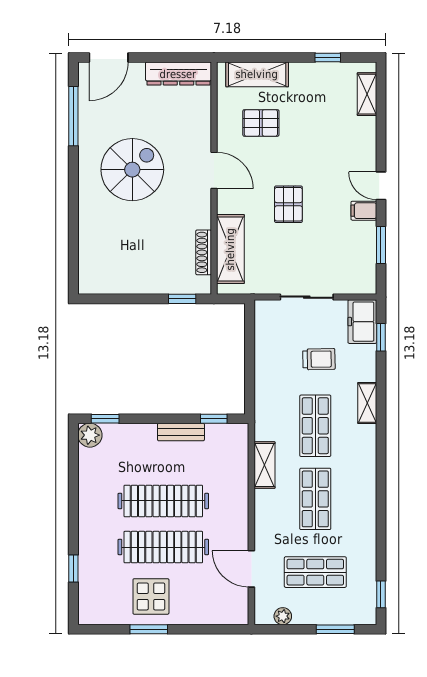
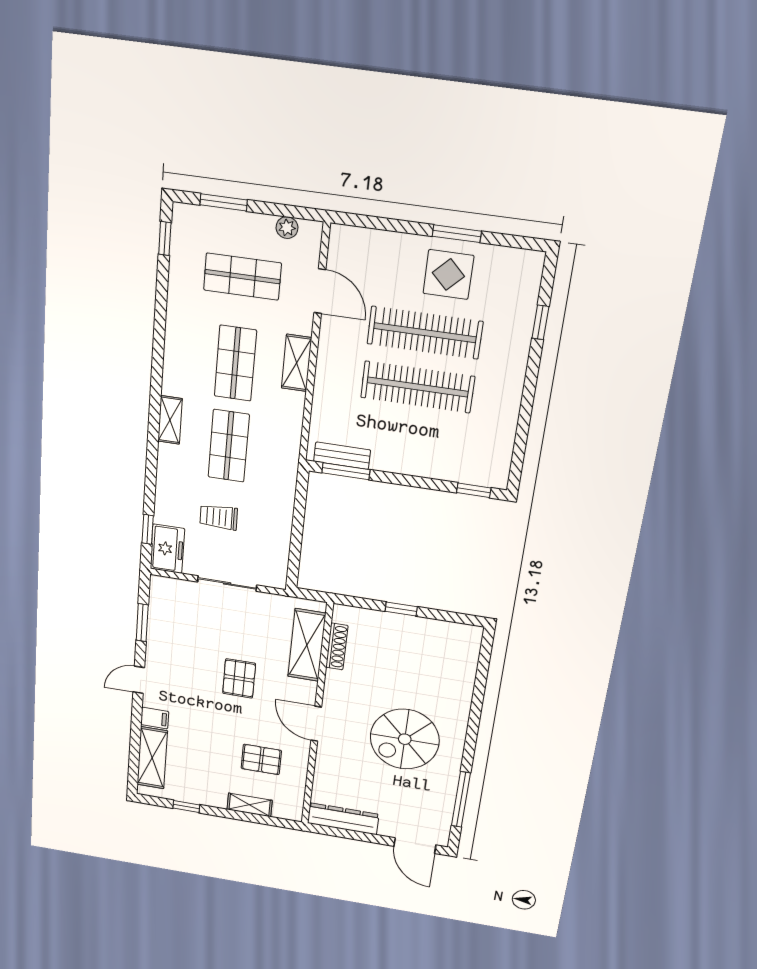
door: (109, 57) -> (415, 846), swing flipped
shelving: (257, 74) -> (250, 805), width x0.67, depth x0.75
shelving: (367, 94) -> (152, 758), width x1.50, depth x1.33
door: (381, 186) -> (139, 680), swing flipped
filing cabinet: (364, 211) -> (155, 718), moved
window: (182, 299) -> (401, 609), moved
shelving: (367, 403) -> (170, 420), moved
window: (214, 419) -> (346, 471), width x1.50
bench: (181, 432) -> (342, 456), moved
plant: (90, 435) -> (495, 475), removed
shelving: (265, 465) -> (297, 363), moved

